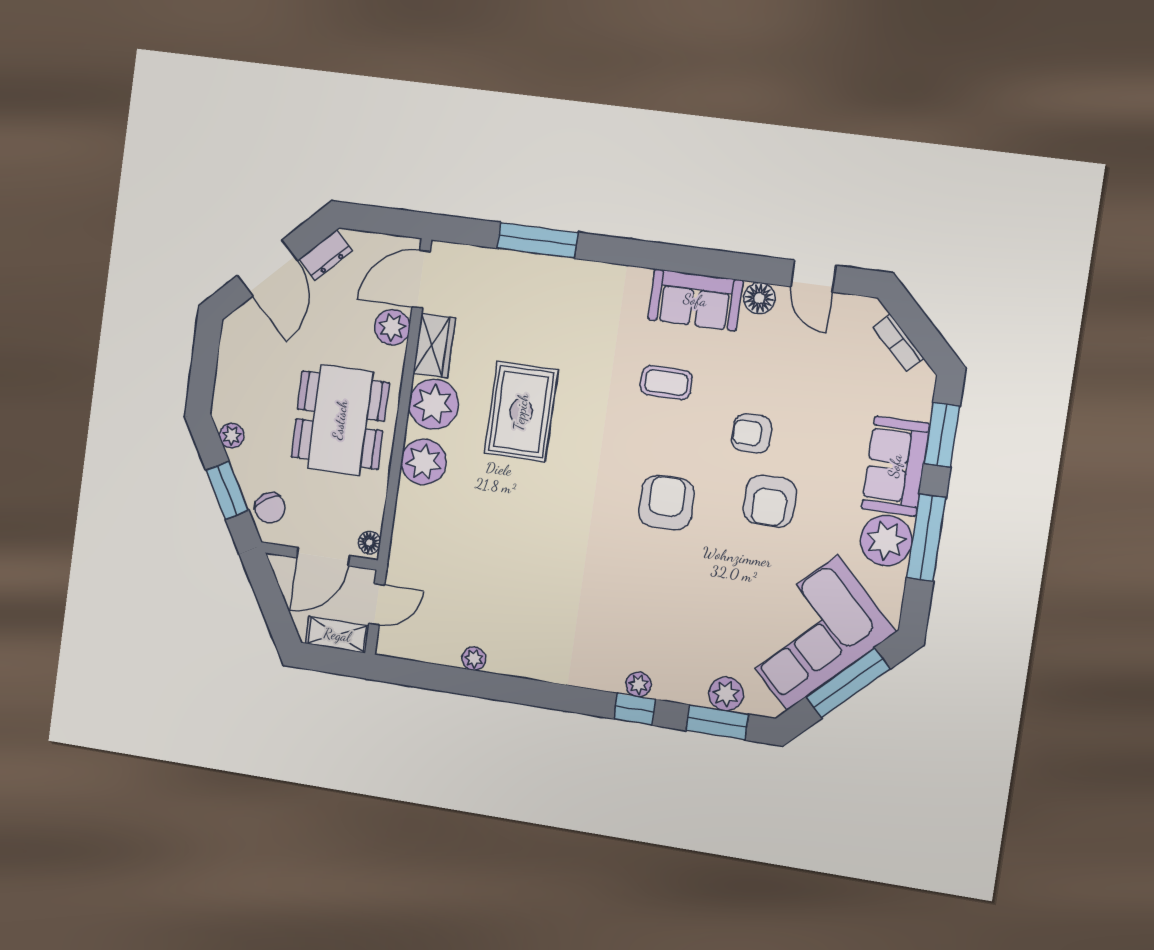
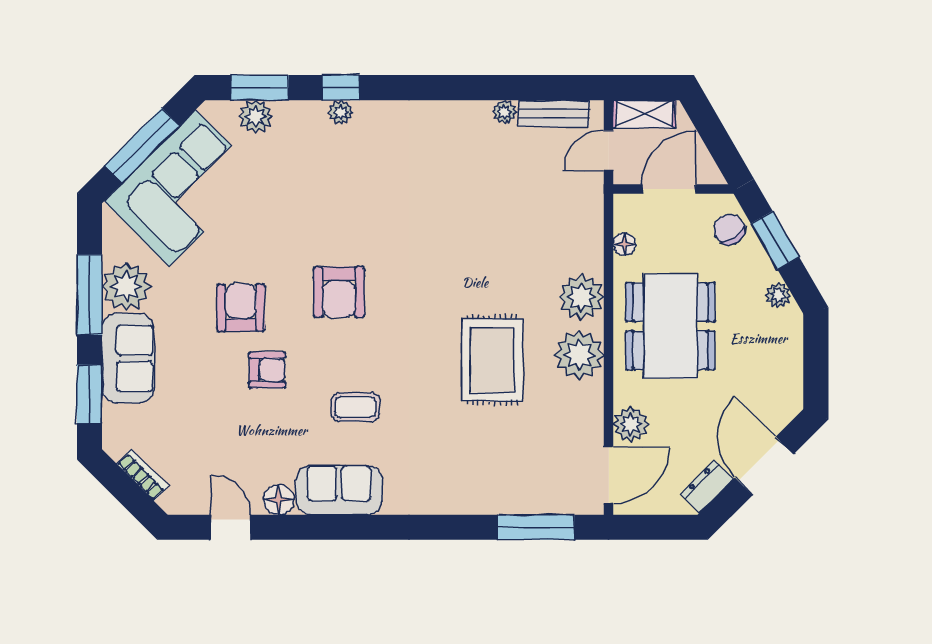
window: (537, 240) -> (536, 527), moved
wardrobe: (434, 346) -> (587, 412), removed
floor lamp: (369, 542) -> (624, 244), moved
bench: (425, 649) -> (554, 114), added

